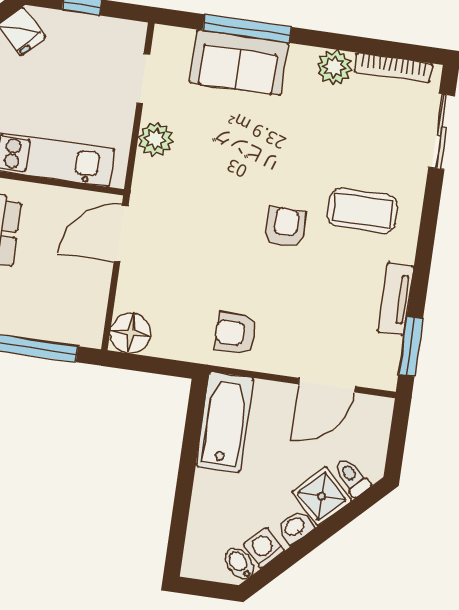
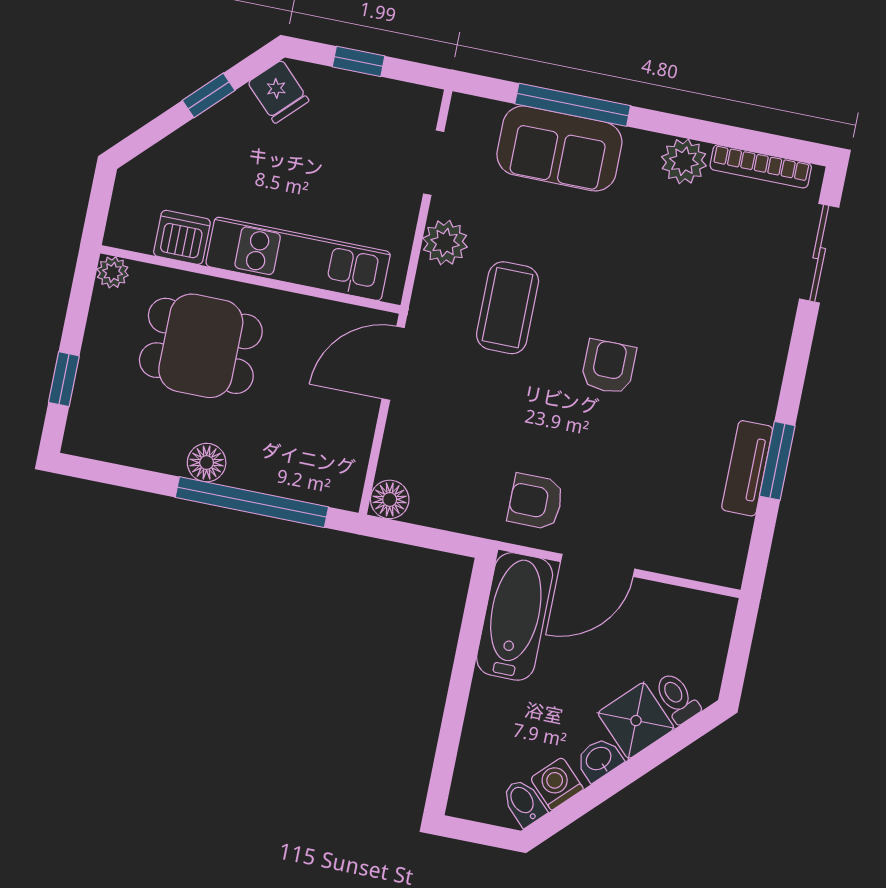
coffee table: (363, 211) -> (508, 308), moved, turned 90
floor lamp: (130, 333) -> (390, 499), width x0.73, depth x0.73
window: (411, 346) -> (777, 461), moved
door: (327, 385) -> (598, 565), moved

